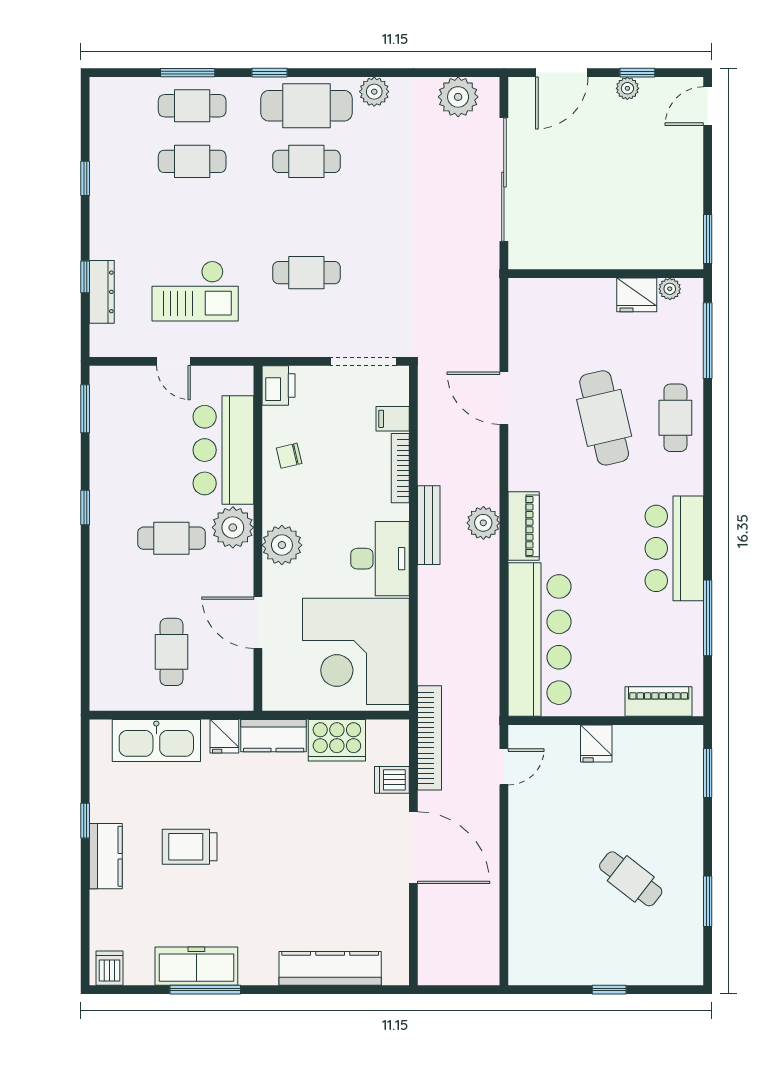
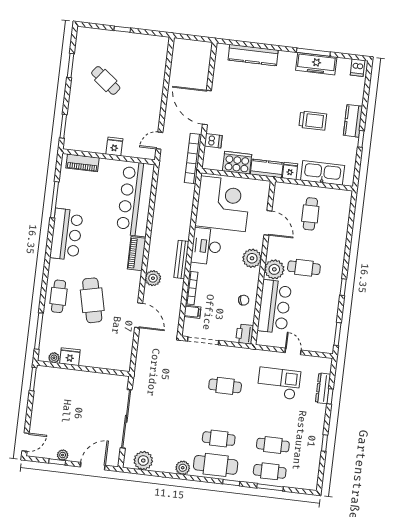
plant: (483, 523) -> (153, 278), moved

